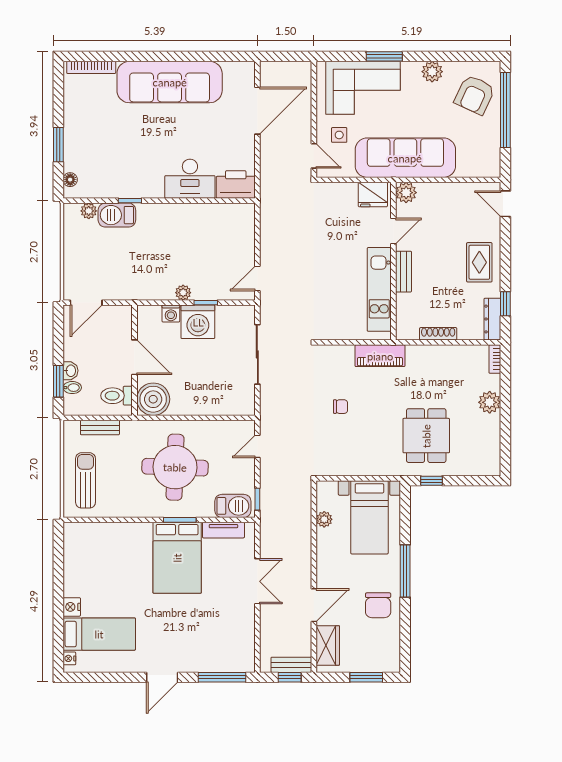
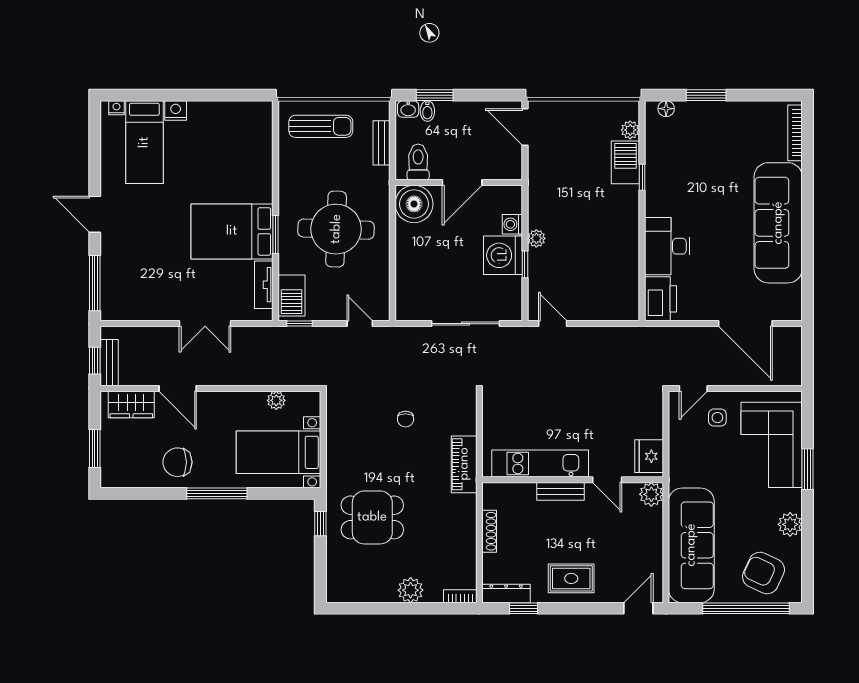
sofa: (405, 158) -> (691, 545), moved
washbasin: (70, 371) -> (408, 109), moved

